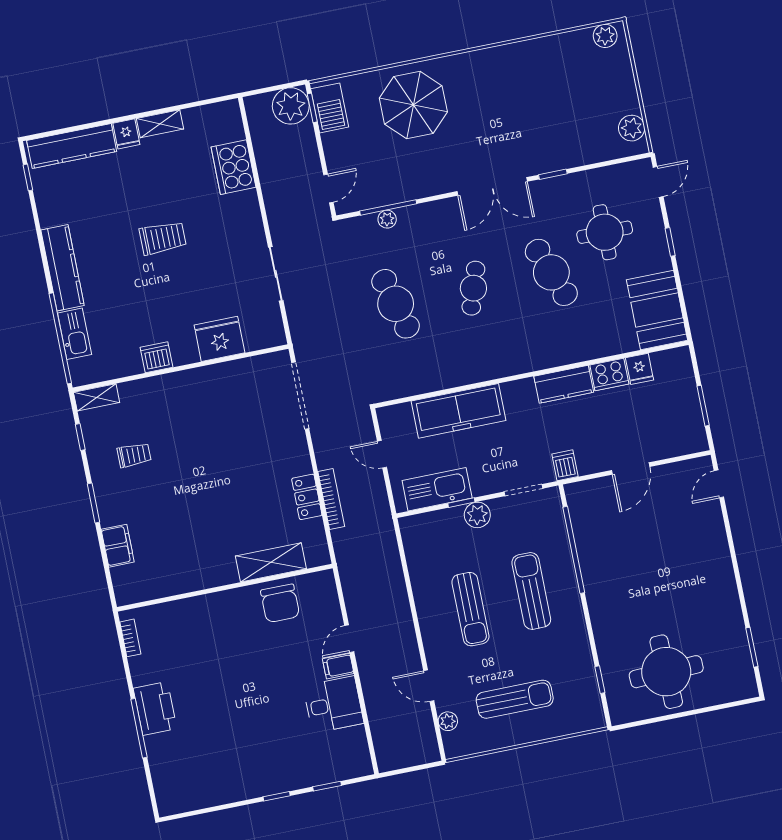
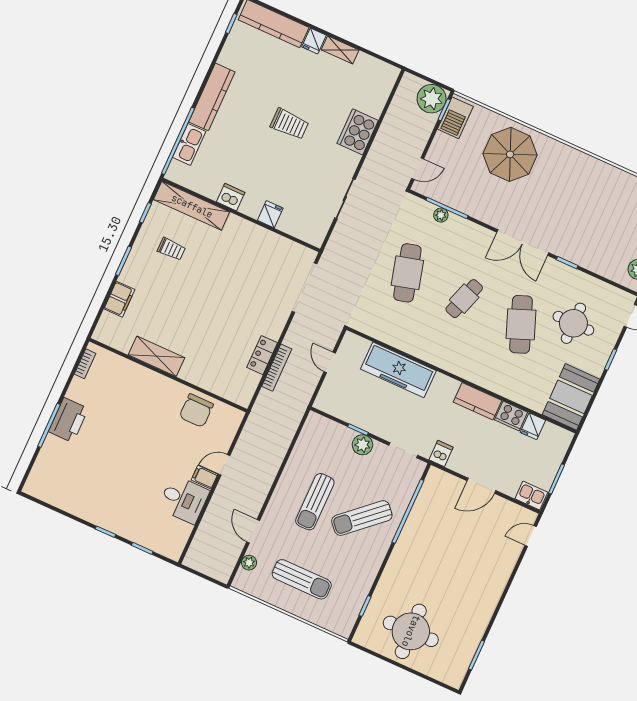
cooker: (234, 167) -> (358, 132), moved
fridge: (219, 339) -> (270, 214), width x0.53, depth x0.75
shelving: (97, 397) -> (192, 206), width x2.20, depth x1.33
kitchen sink: (437, 489) -> (531, 495), moved, width x0.53, depth x0.81
shelving: (271, 562) -> (157, 356), moved
sun lounger: (531, 591) -> (362, 518), turned -132

